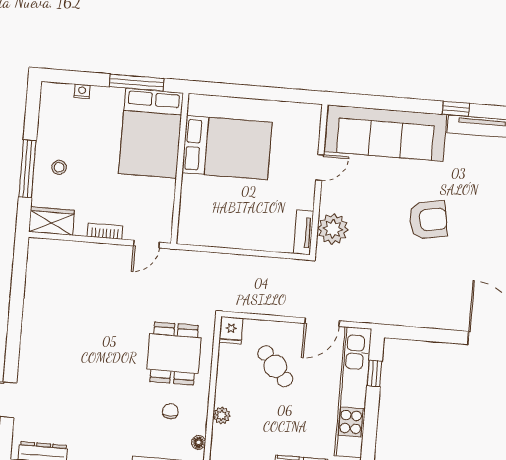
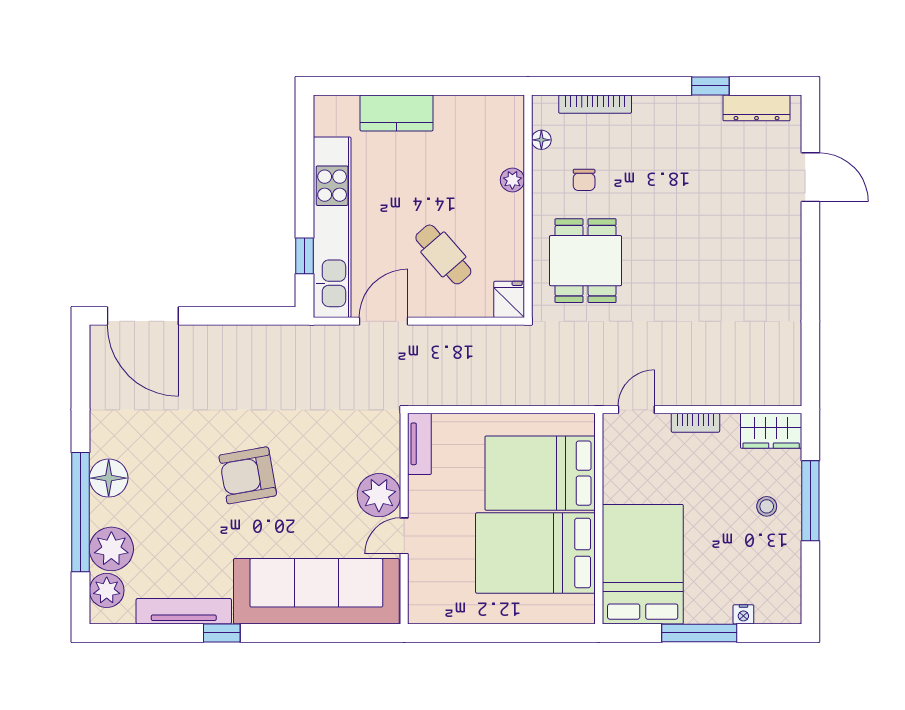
window: (137, 83) -> (699, 633), moved
bed: (219, 204) -> (540, 473), added
plant: (333, 229) -> (379, 495), moved

